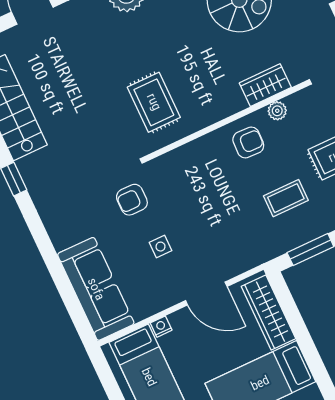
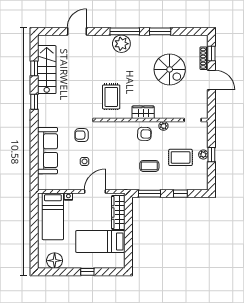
wardrobe: (265, 85) -> (143, 112), moved
sofa: (96, 289) -> (48, 151), moved
door: (206, 293) -> (95, 191), swing flipped

